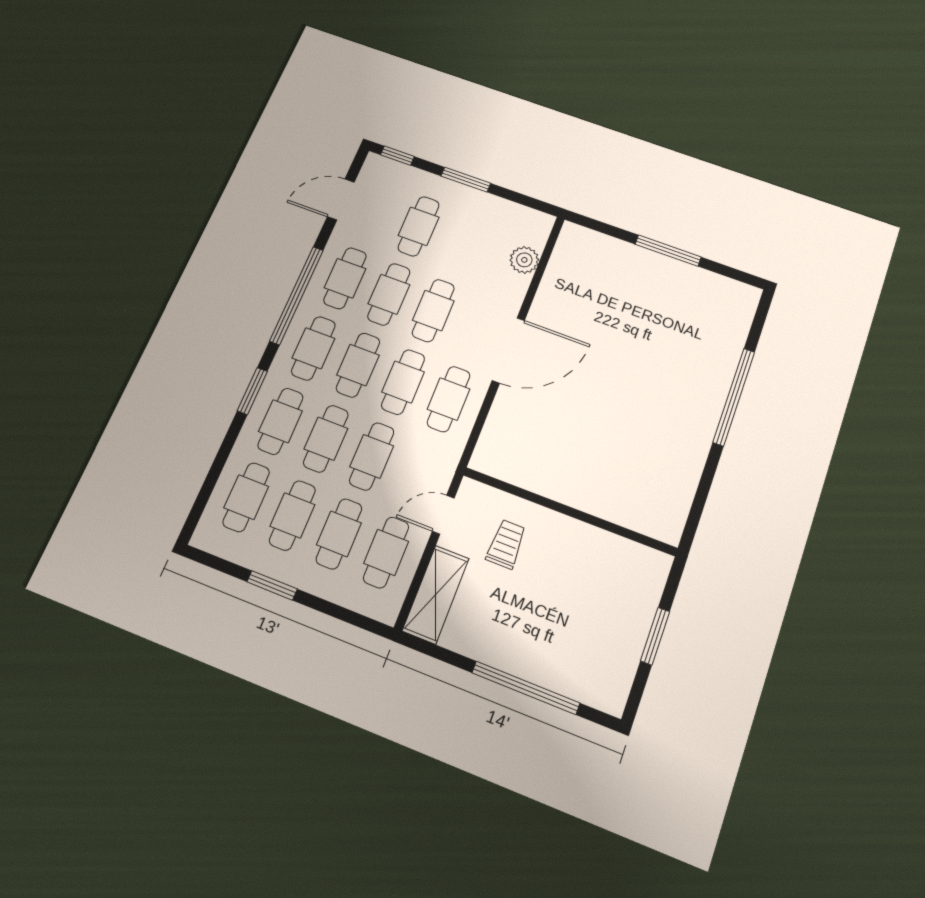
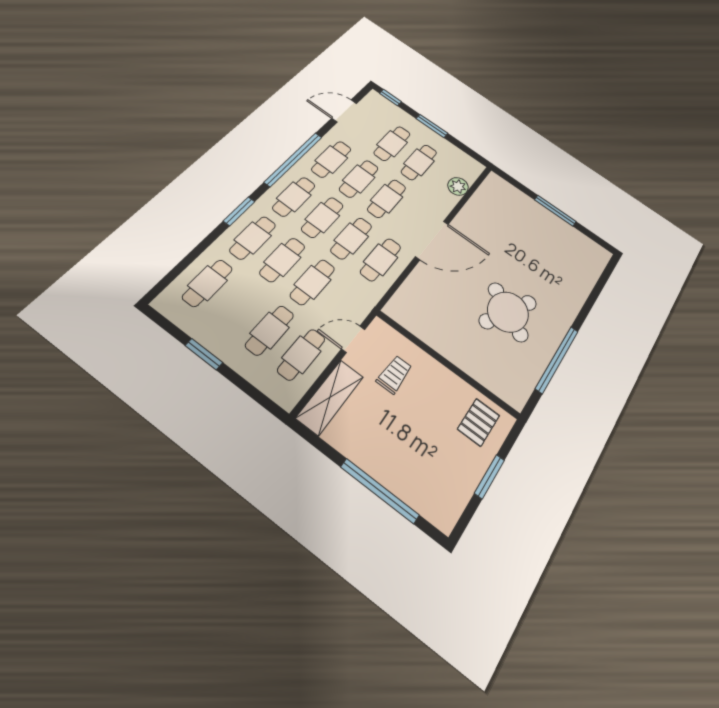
window: (734, 397) -> (557, 359), moved
round table: (633, 419) -> (508, 312), added
cafe table: (292, 515) -> (419, 162), moved
pallet: (626, 574) -> (479, 422), added

